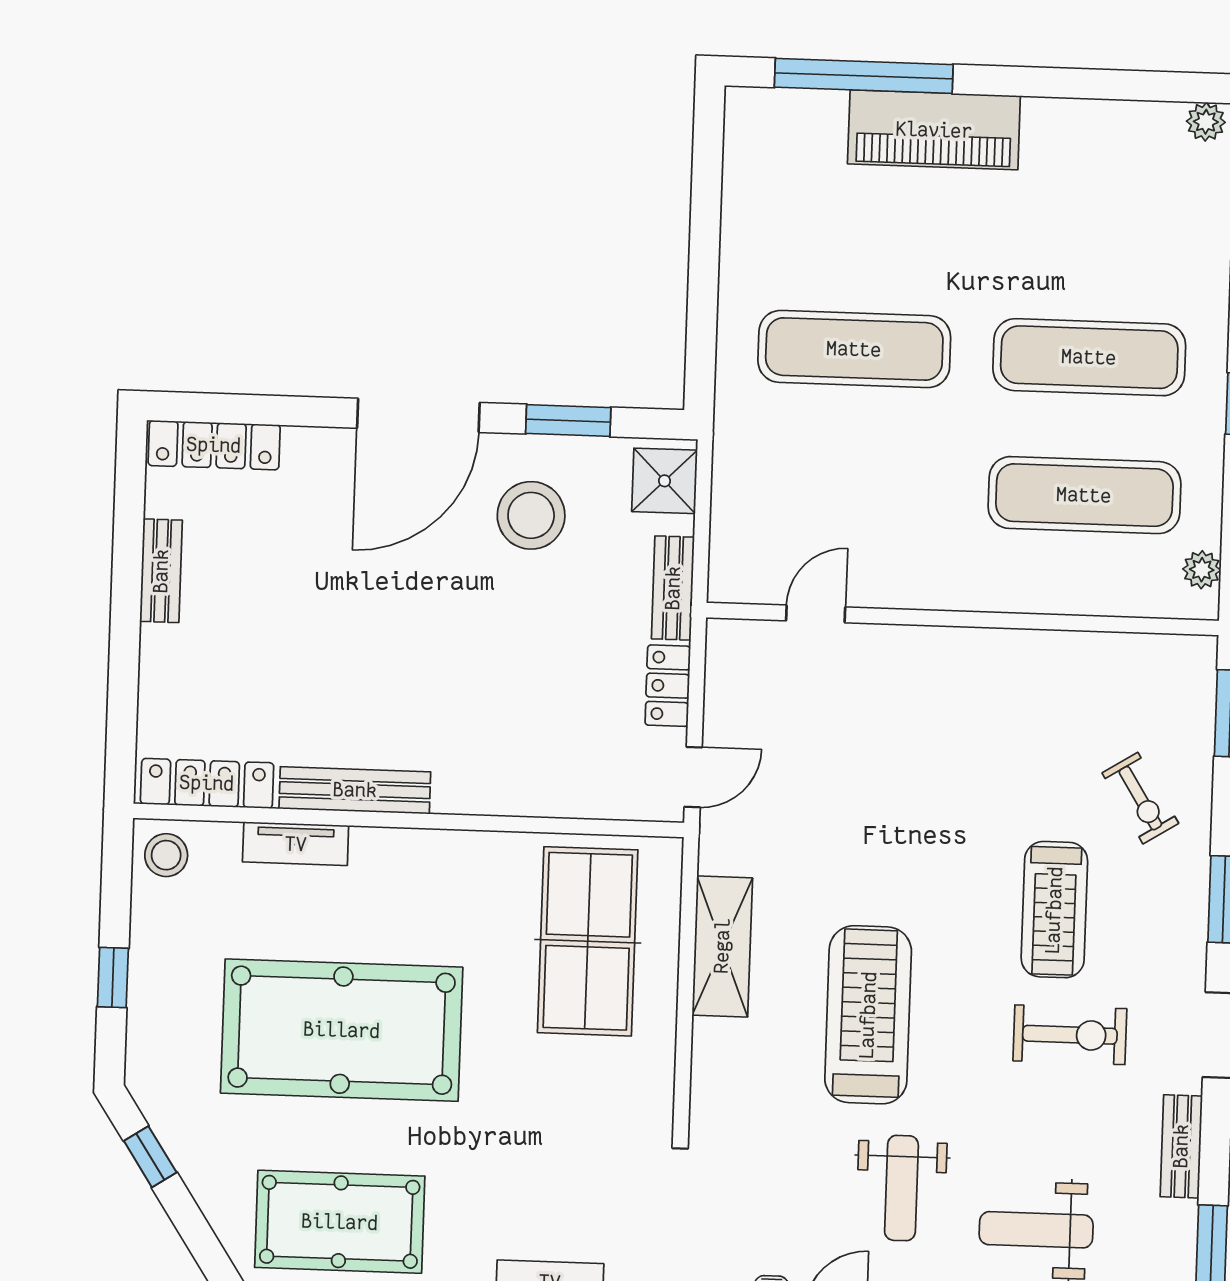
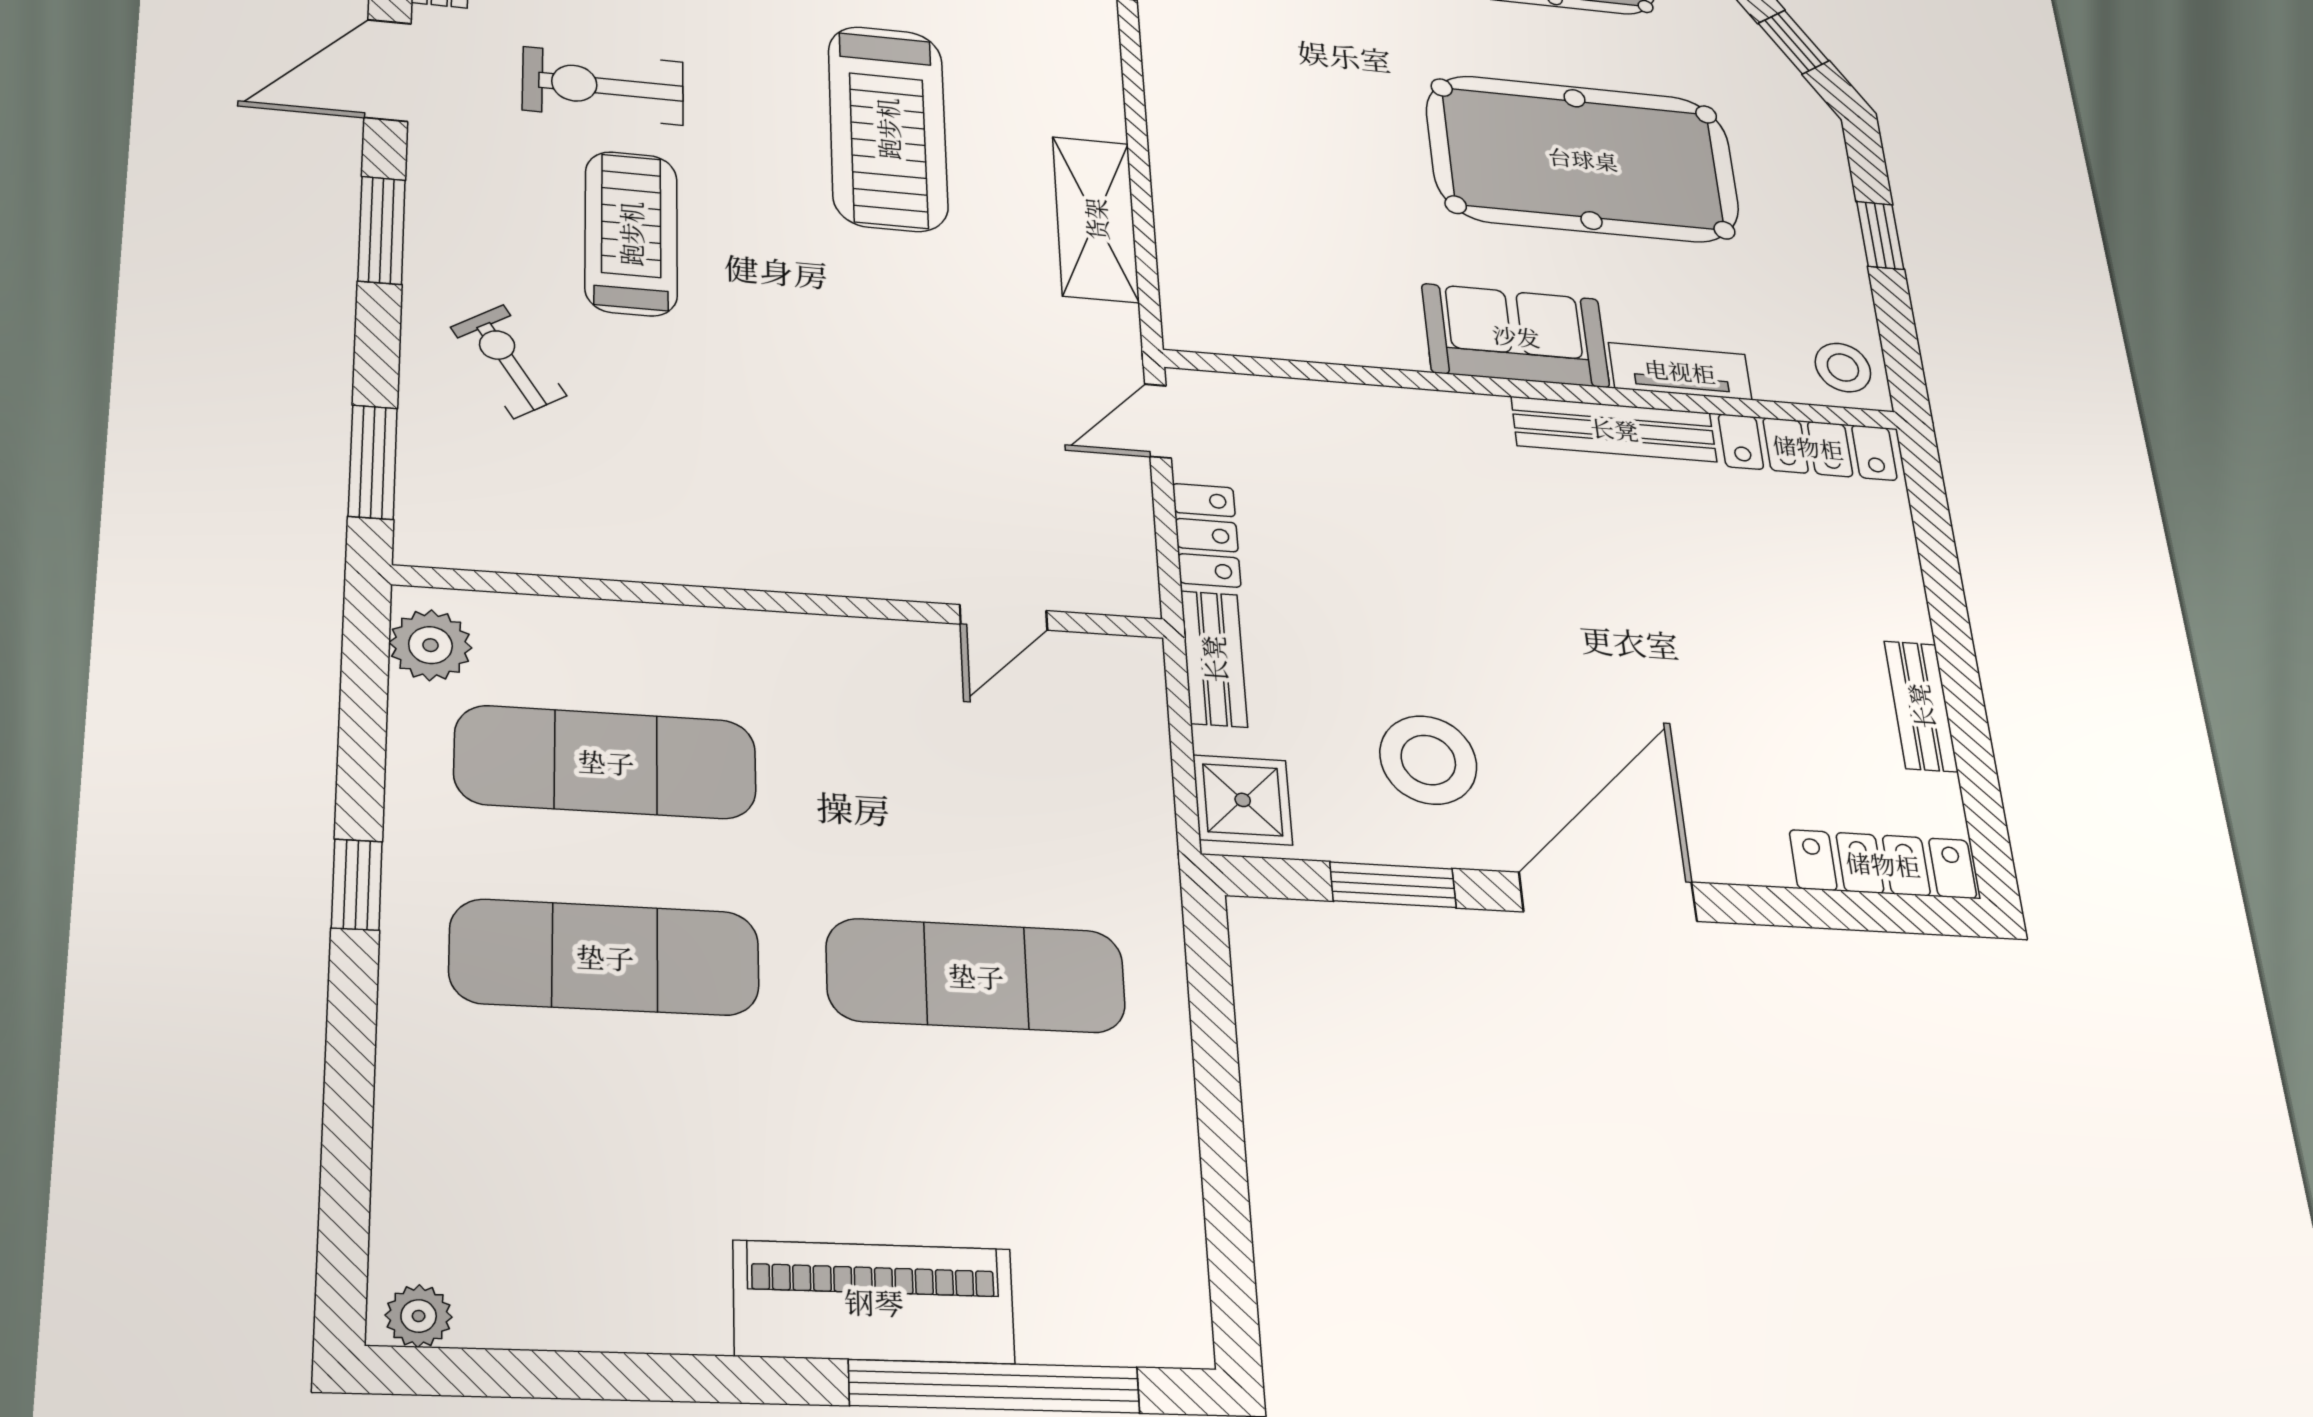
plant: (1202, 570) -> (430, 645), width x1.38, depth x1.38
sofa: (418, 867) -> (1516, 336), added
table tennis table: (588, 941) -> (1278, 237), removed

